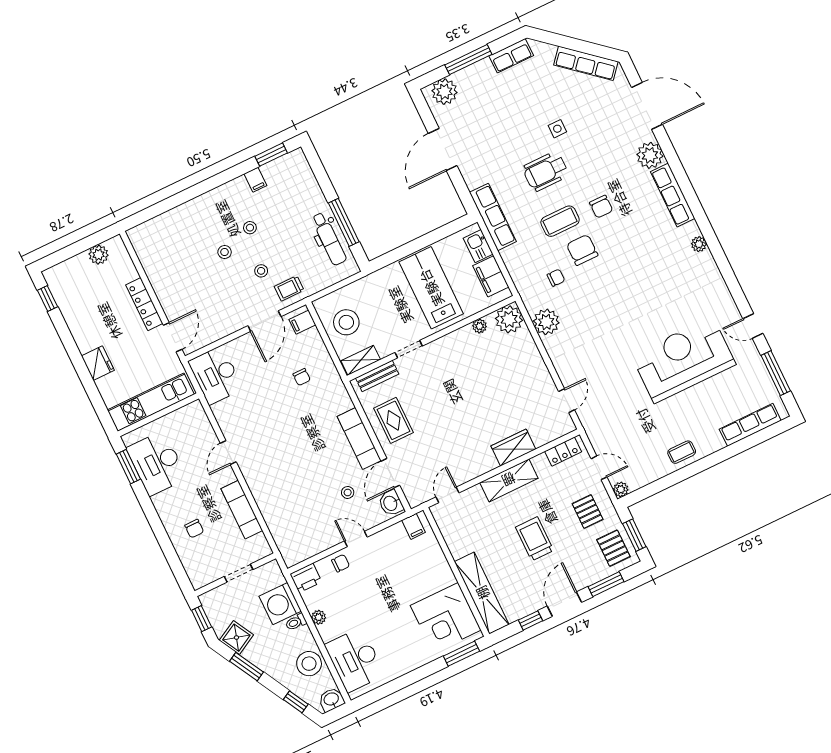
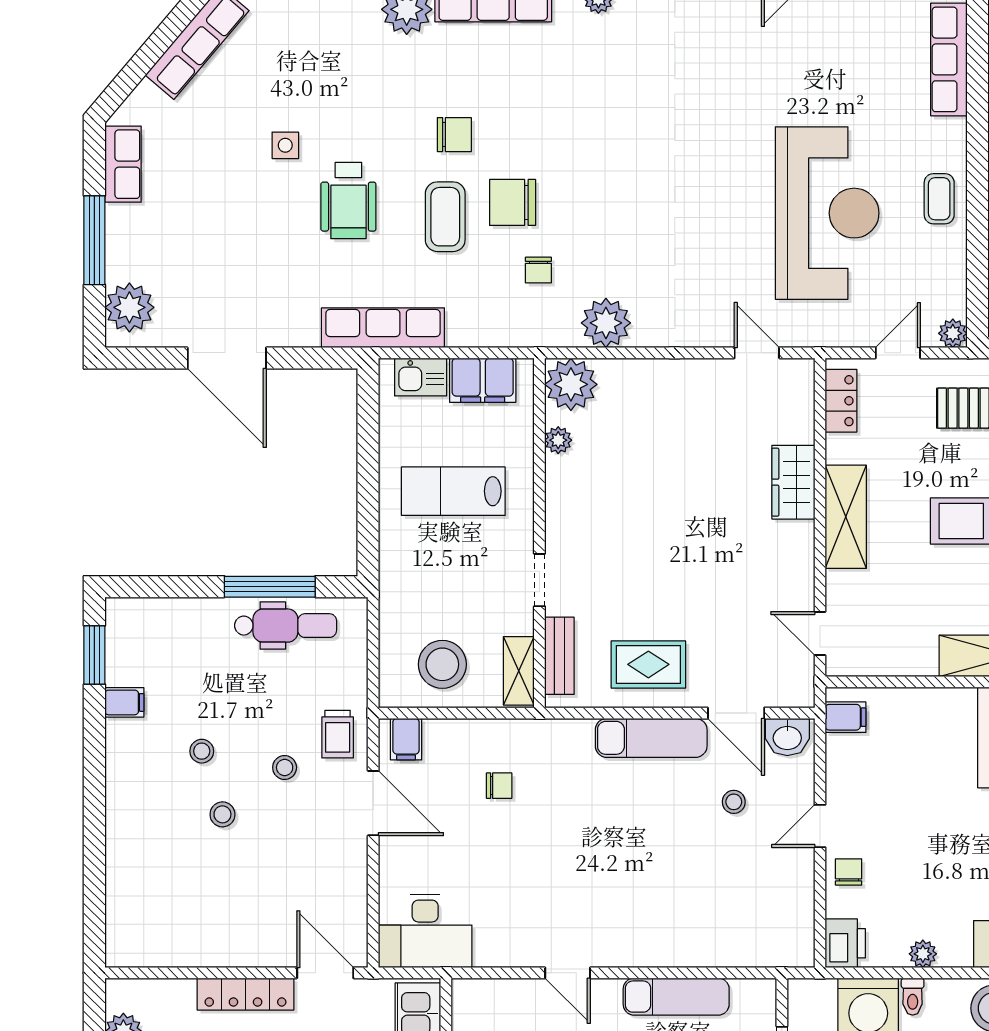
chair: (556, 278) -> (538, 270), turned 180
lab bench: (431, 288) -> (453, 491), width x0.73, depth x0.72
reception desk: (683, 360) -> (827, 213), moved, turned 180

